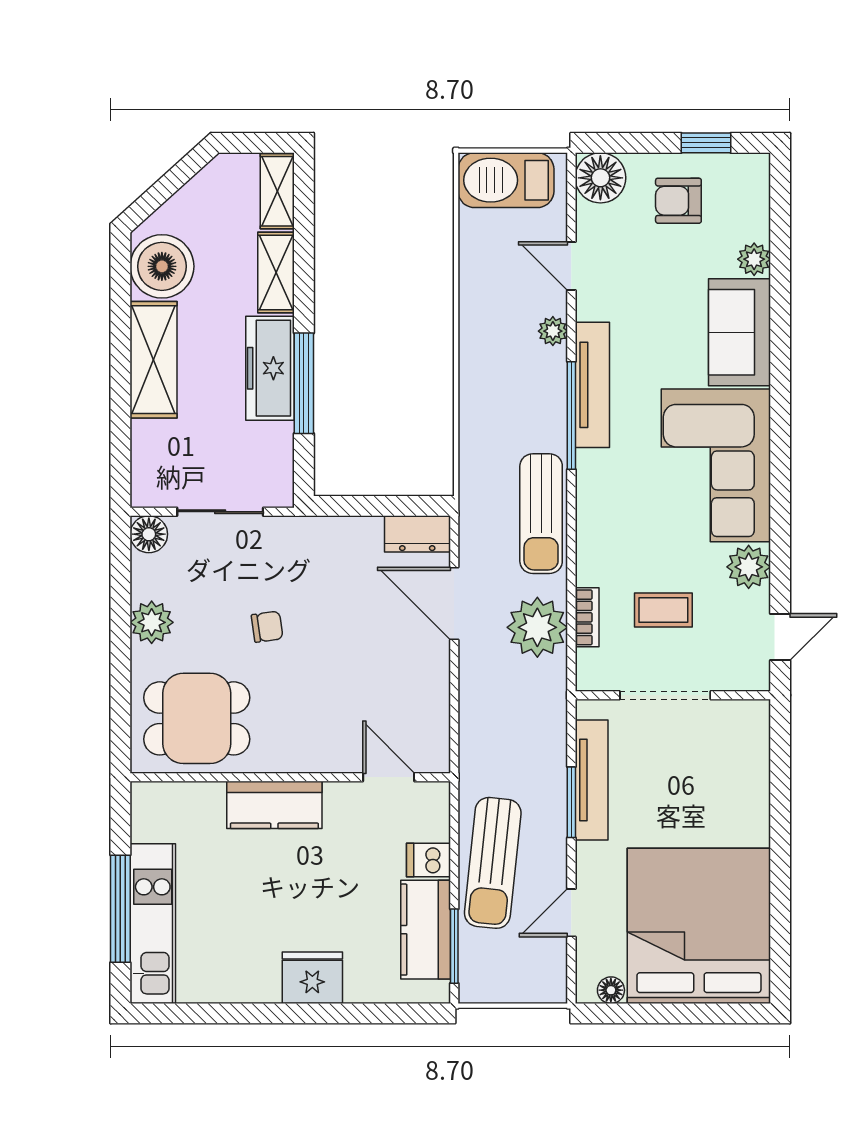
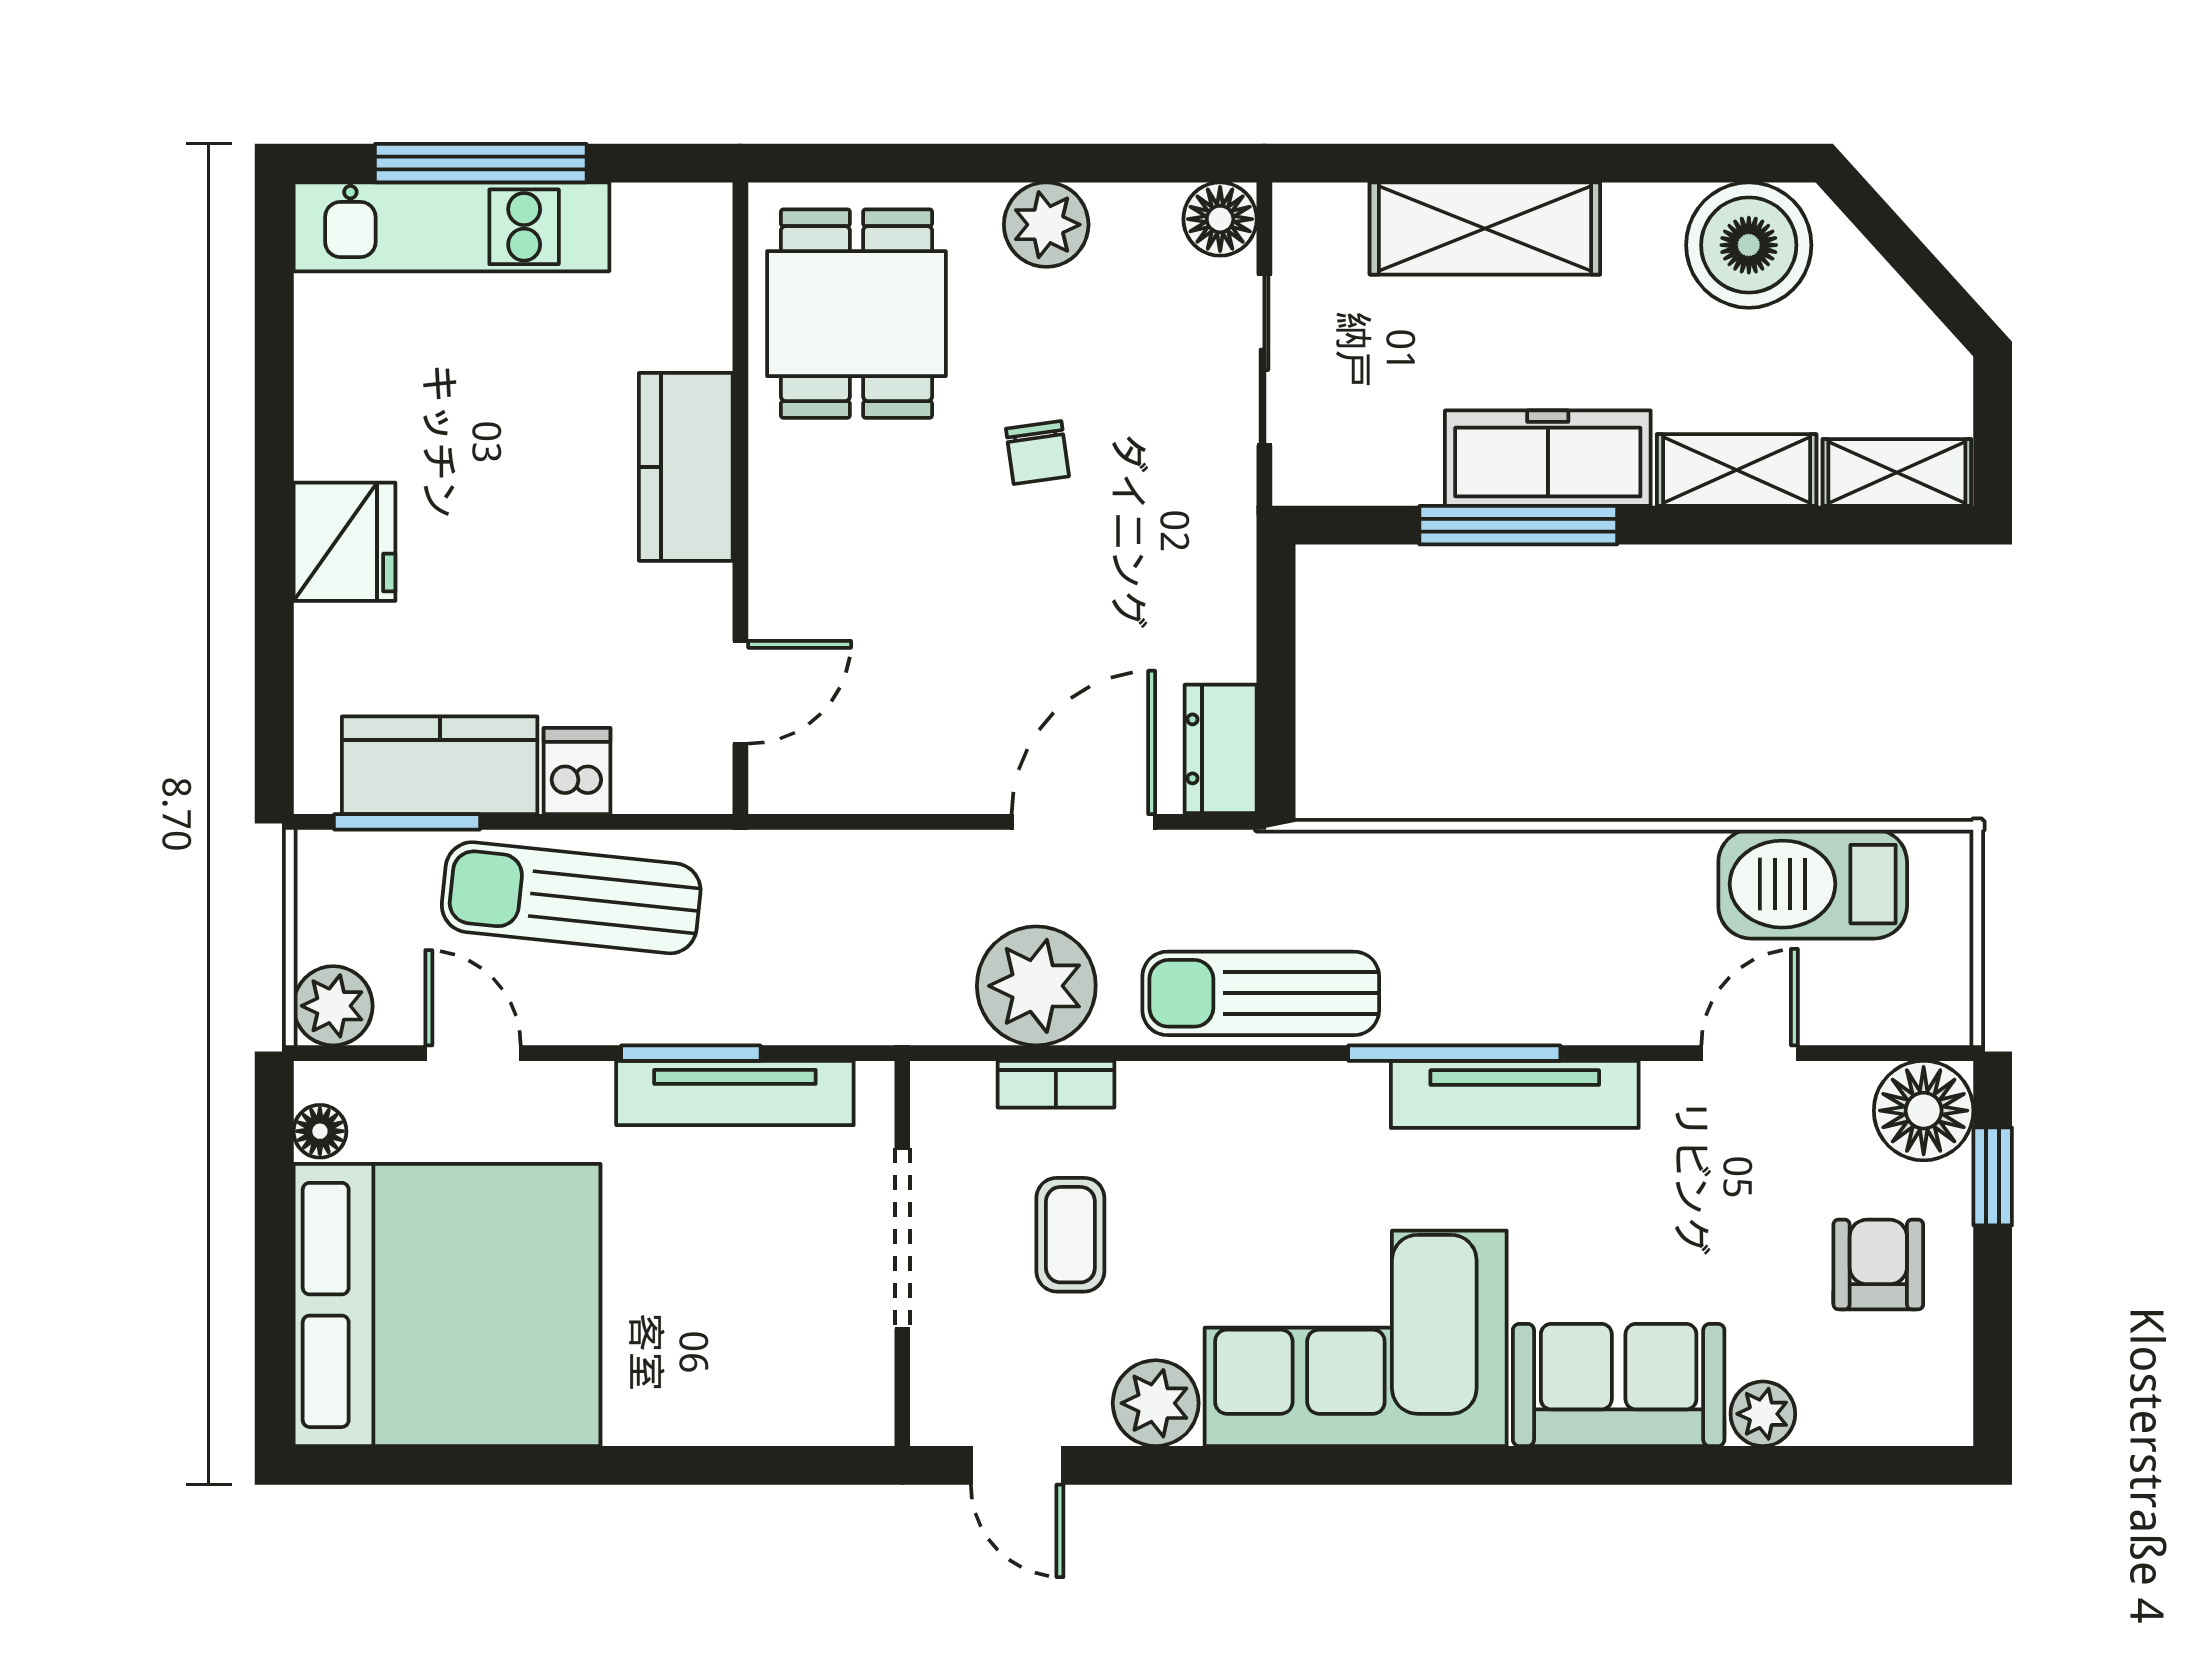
window: (706, 143) -> (1993, 1176), moved
barbecue: (506, 180) -> (1813, 884), moved, turned -90
plant: (553, 331) -> (333, 1006), moved, width x1.38, depth x1.38
shelving: (154, 360) -> (1485, 228), moved

